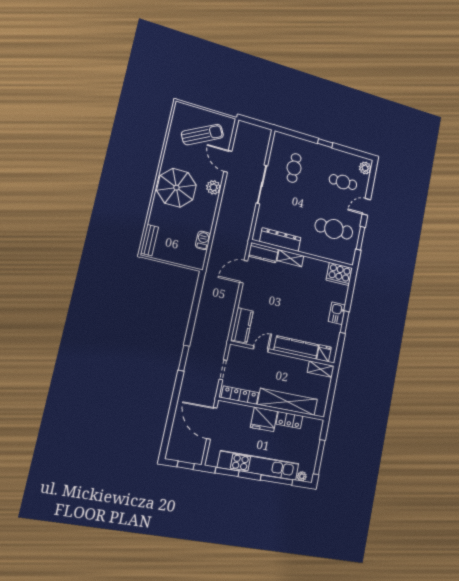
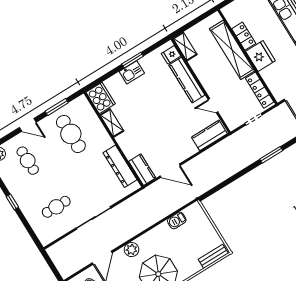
shelving: (290, 258) -> (112, 123), moved

